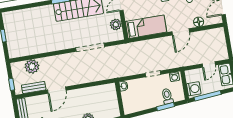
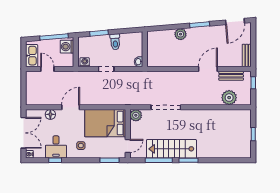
plant: (116, 24) -> (136, 115), moved
bed: (146, 27) -> (105, 123), width x1.50
door: (209, 64) -> (47, 69), hinge flipped
toilet: (167, 96) -> (115, 42), moved

